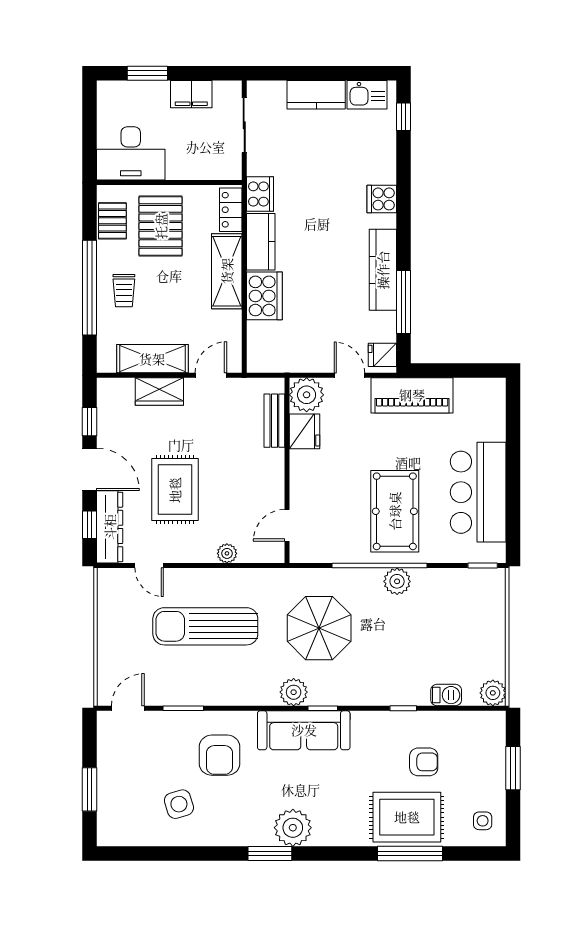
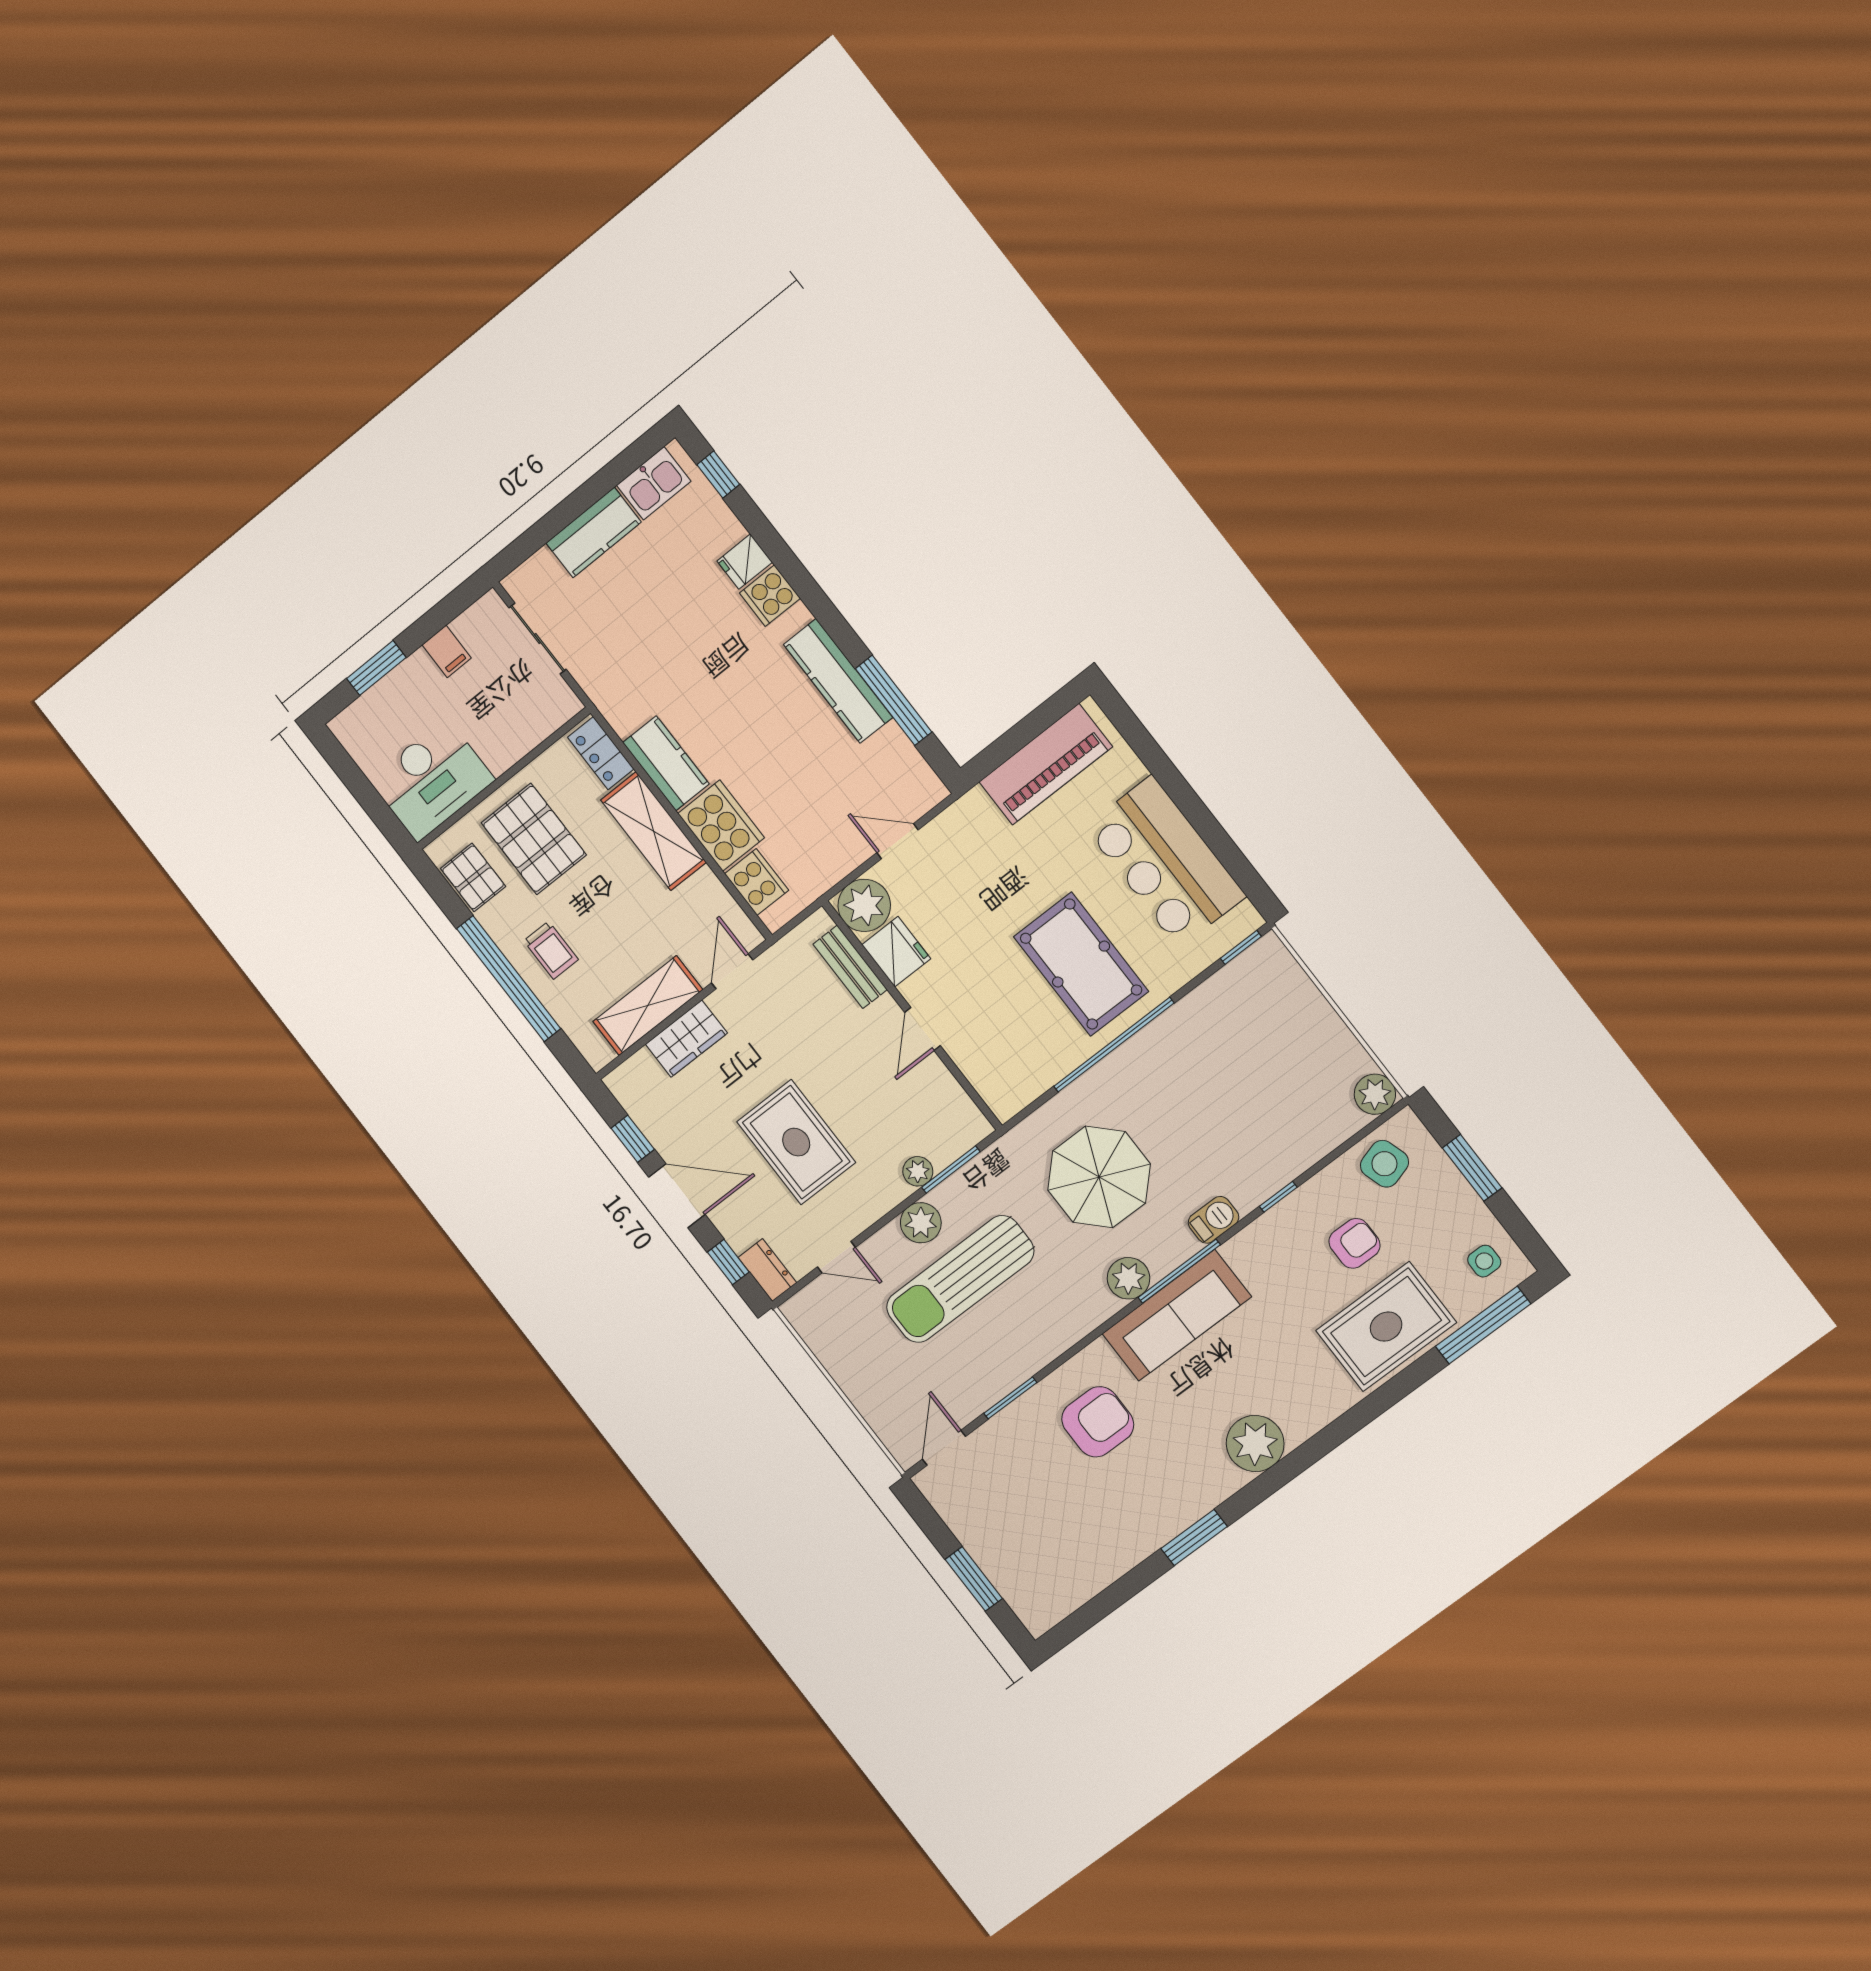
filing cabinet: (191, 94) -> (447, 651), width x0.50
cooker: (260, 194) -> (757, 882), moved
fridge: (382, 355) -> (745, 562), moved
piano: (412, 395) -> (1046, 764), moved
door: (287, 525) -> (922, 1029), moved
dresser: (110, 527) -> (767, 1270), width x0.51, depth x0.80
window: (245, 566) -> (951, 1169), added
plant: (397, 581) -> (921, 1223), moved
barbecue: (446, 695) -> (1214, 1220), moved
window: (323, 708) -> (1179, 1271), width x2.17
armchair: (219, 755) -> (1098, 1422), turned -90
side table: (179, 804) -> (1384, 1164), moved
window: (270, 853) -> (1194, 1538), moved
window: (410, 853) -> (1483, 1325), moved

